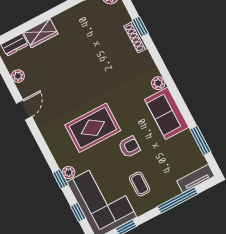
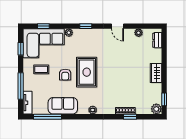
wardrobe: (41, 33) -> (156, 73), moved
sofa: (167, 113) -> (63, 106), moved
rug: (93, 128) -> (87, 72), moved
window: (200, 141) -> (48, 117), width x1.44
window: (60, 179) -> (86, 26), moved

